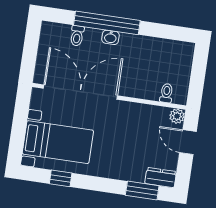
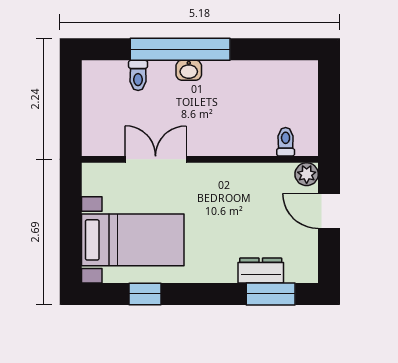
double door: (80, 92) -> (156, 159), width x0.54
dresser: (161, 178) -> (261, 270), moved

